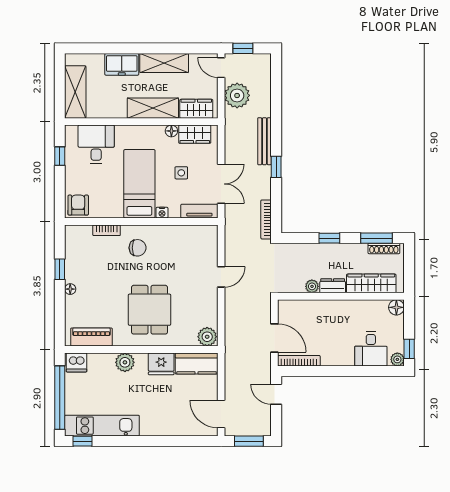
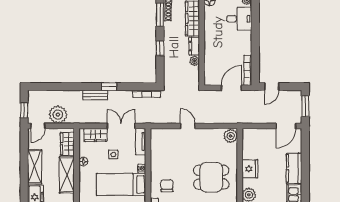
wardrobe: (195, 134) -> (95, 135), moved, turned 90
bench: (264, 141) -> (95, 95), width x0.73
kitchen counter: (197, 364) -> (294, 168), moved, turned 180

